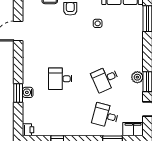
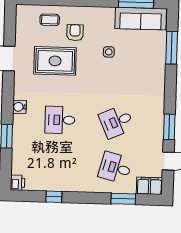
rug: (55, 32) -> (55, 61), added
plant: (137, 77) -> (157, 121), removed
water cooler: (28, 92) -> (19, 107), moved

